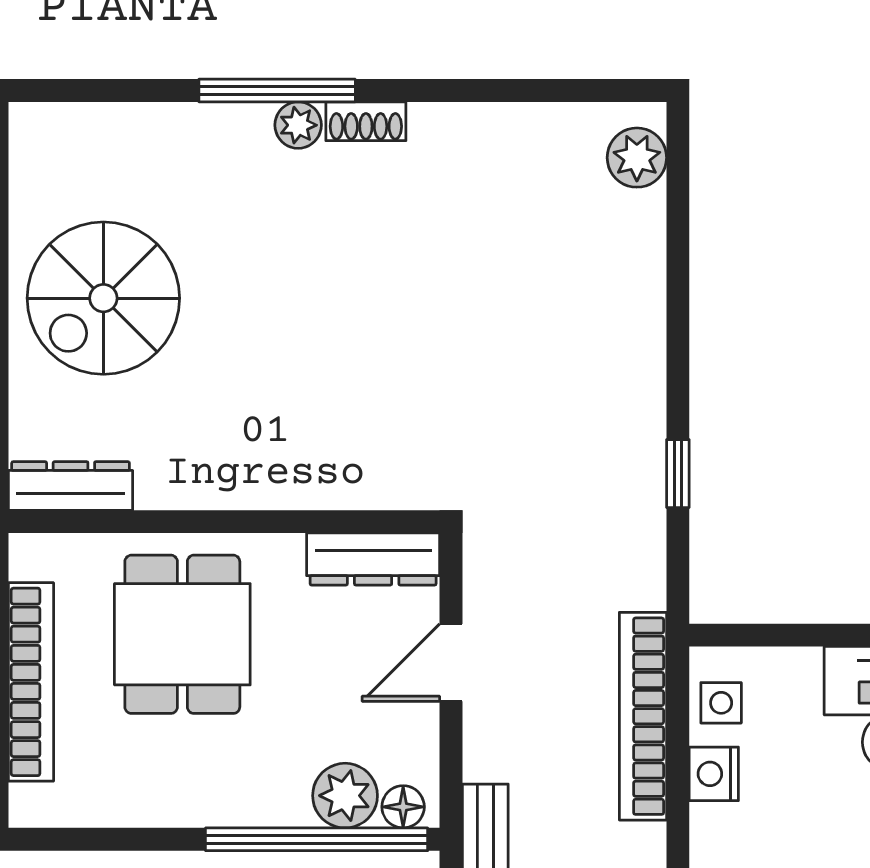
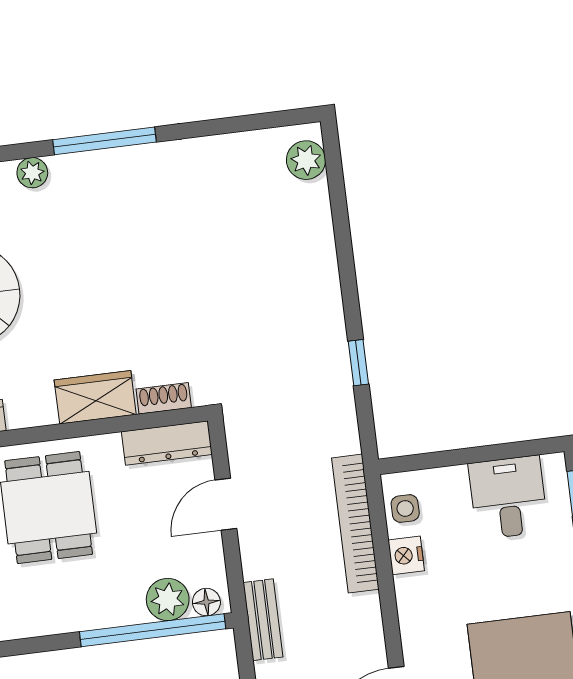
window: (277, 90) -> (104, 141), moved
shoe rack: (366, 121) -> (164, 398), moved, turned 180
plant: (298, 125) -> (32, 173), moved
wardrobe: (274, 476) -> (95, 397), added

